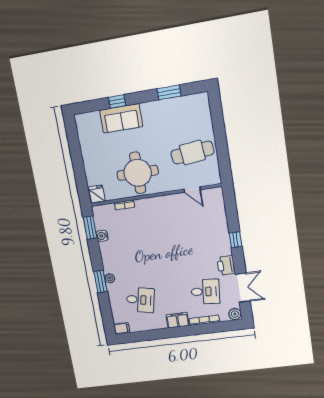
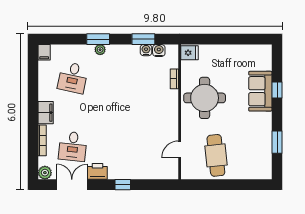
water cooler: (100, 224) -> (159, 50), added
window: (90, 228) -> (143, 39), moved
double door: (243, 288) -> (72, 185), swing flipped

